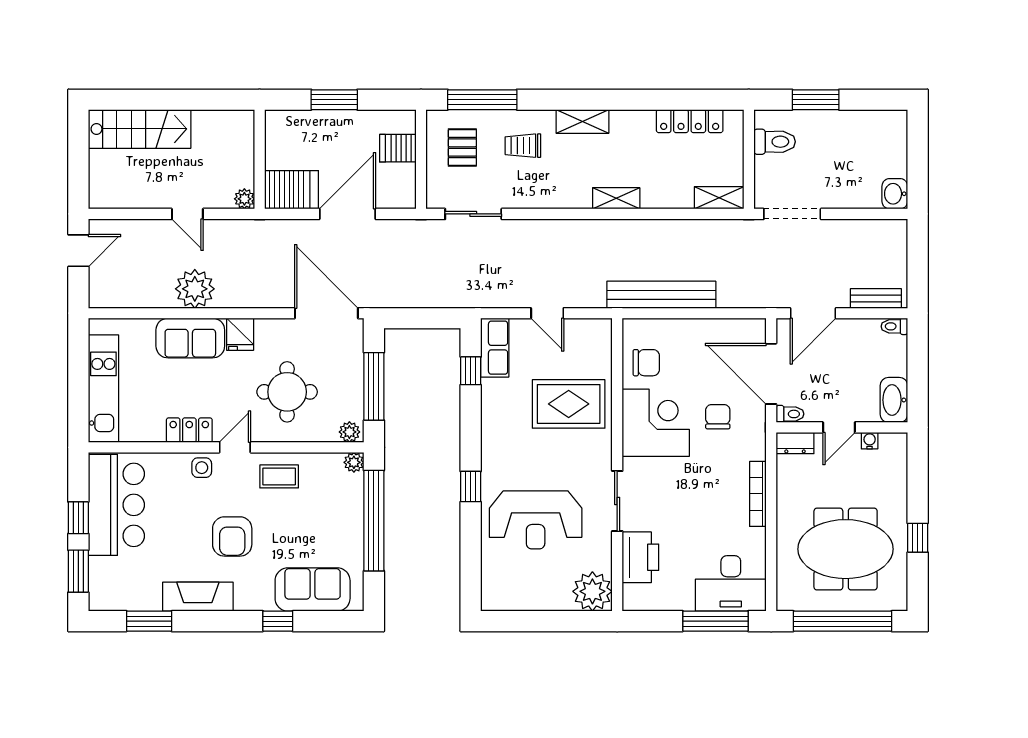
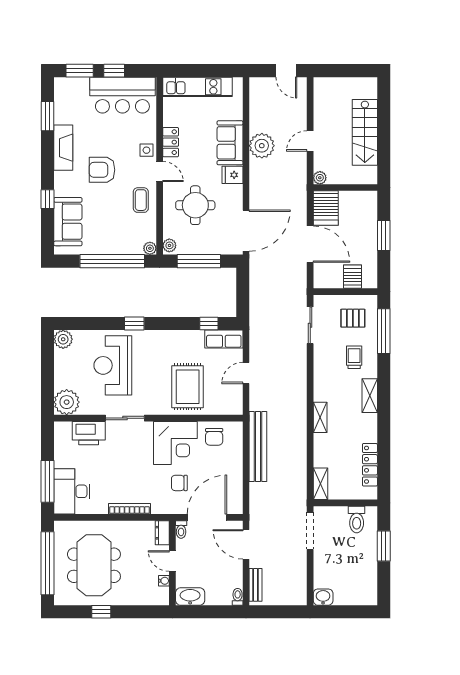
stairs: (140, 129) -> (365, 132), moved
chair: (718, 417) -> (179, 483), turned 180
plant: (495, 597) -> (63, 339), added

